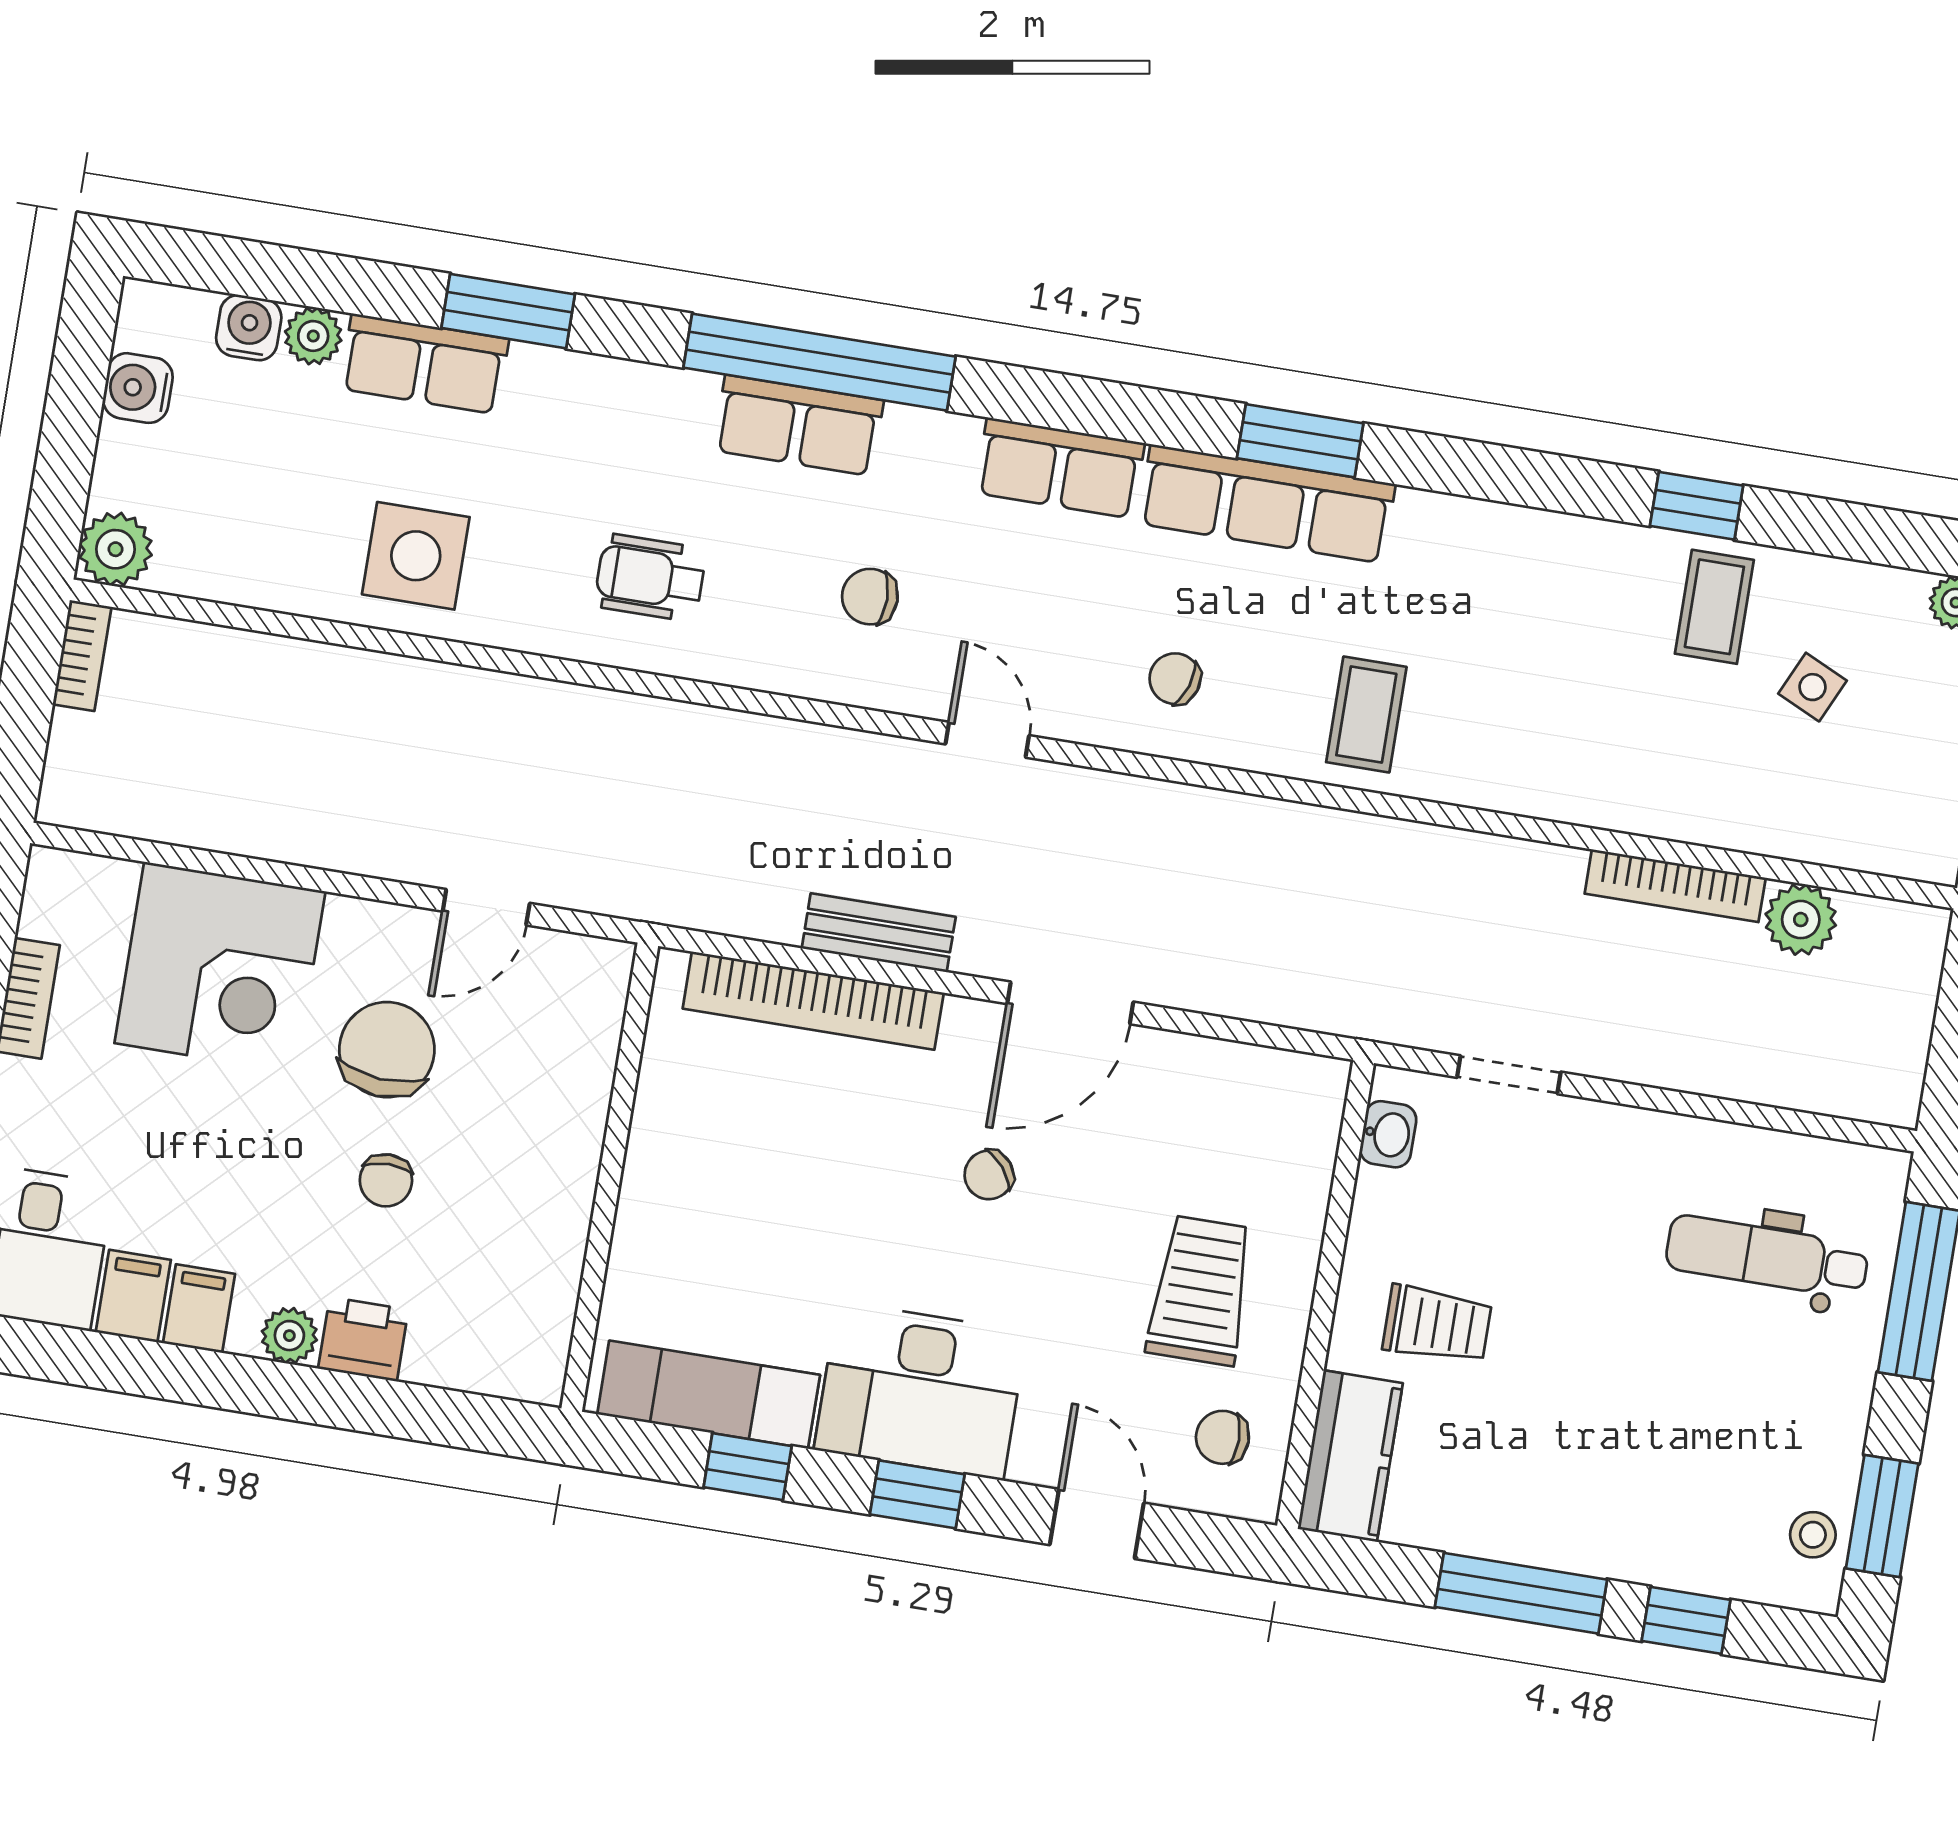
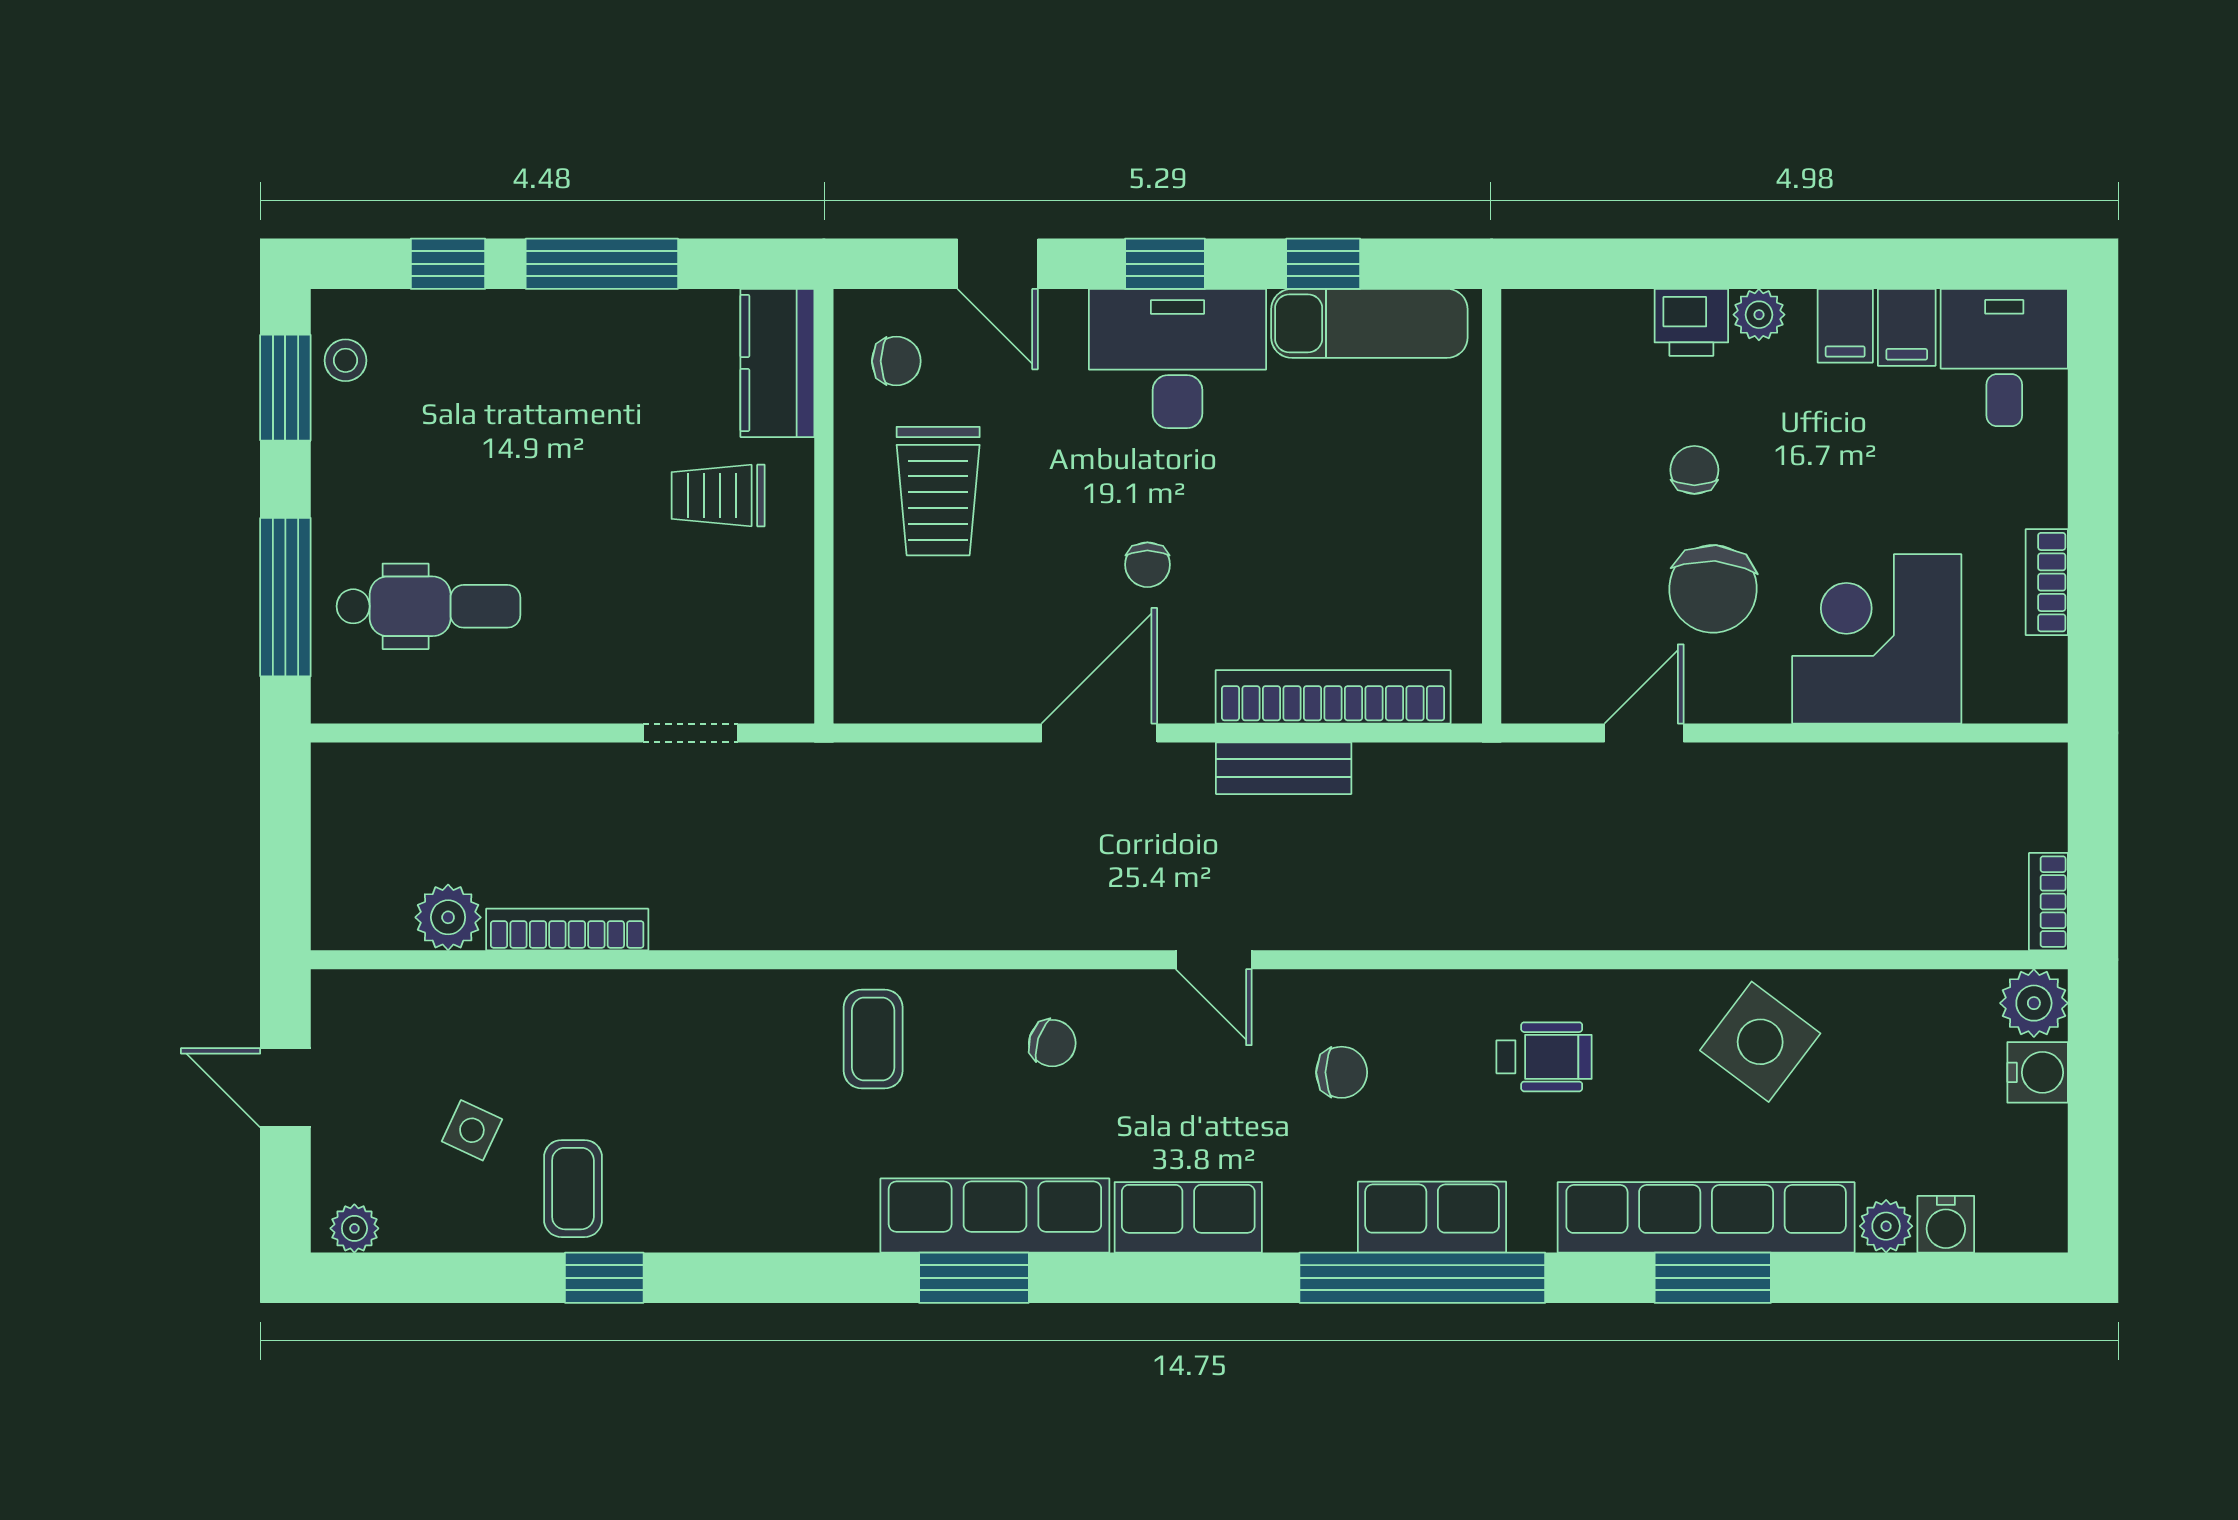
row of seats: (424, 364) -> (1706, 1217), width x2.02
water cooler: (138, 388) -> (2038, 1072), moved
side table: (416, 556) -> (1760, 1042), turned 37
washbasin: (1388, 1134) -> (791, 661), removed
chair: (989, 1175) -> (1147, 565), turned 129

